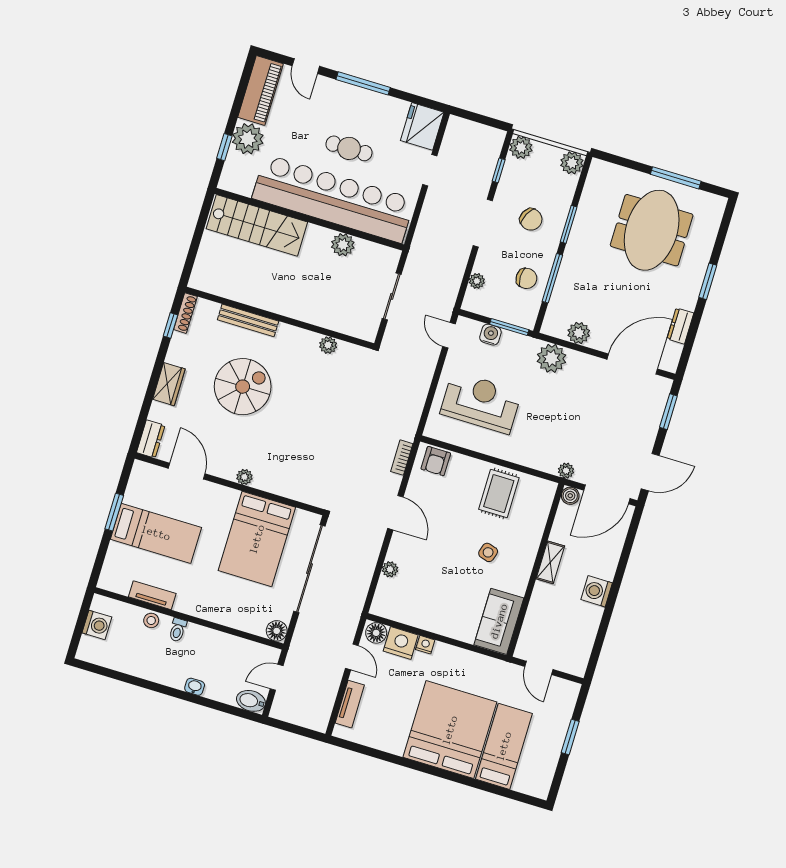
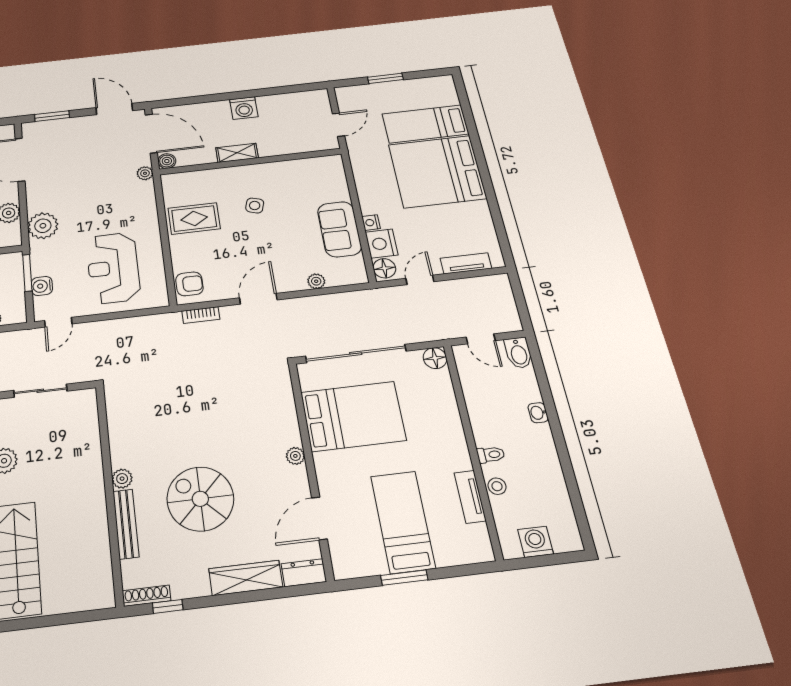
plant: (328, 345) -> (122, 479), moved
wardrobe: (169, 384) -> (246, 578), width x1.50
sofa: (499, 621) -> (339, 229), moved, turned 90

